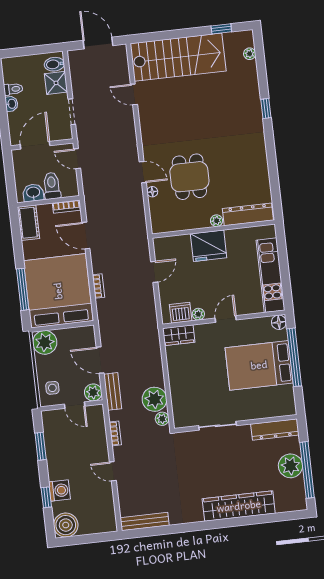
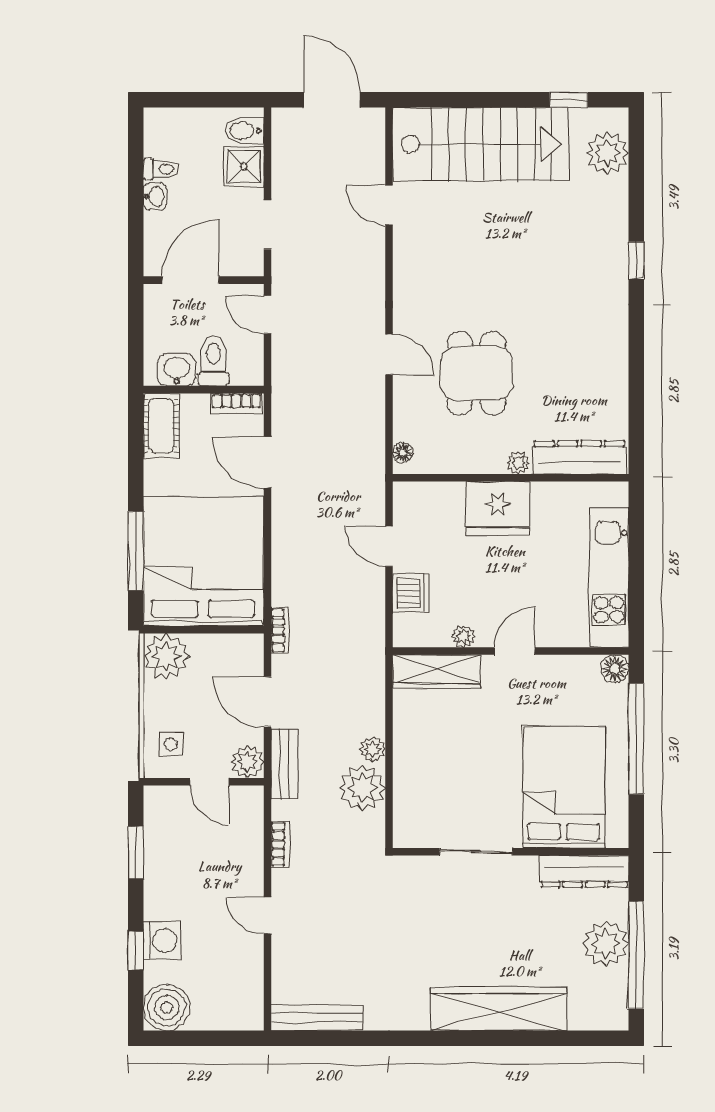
plant: (250, 54) -> (607, 153), width x1.88, depth x1.88
floor lamp: (152, 192) -> (403, 453), moved
door: (154, 272) -> (389, 546), swing flipped
bookcase: (98, 286) -> (280, 630), moved
dishwasher: (181, 313) -> (411, 593), moved, turned 90
wardrobe: (179, 335) -> (436, 672), width x1.50
bed: (259, 365) -> (564, 787), moved, turned 90
plant: (162, 419) -> (373, 749), moved

